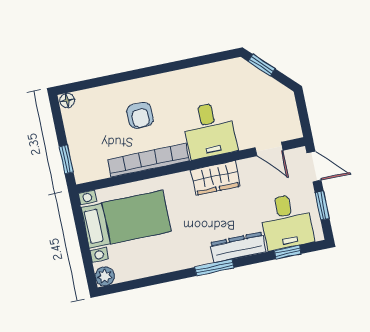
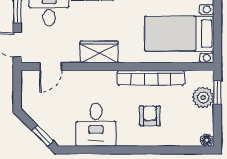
desk: (209, 130) -> (96, 125), moved, turned 180
door: (269, 149) -> (51, 67), swing flipped
plant: (82, 150) -> (203, 97), added

